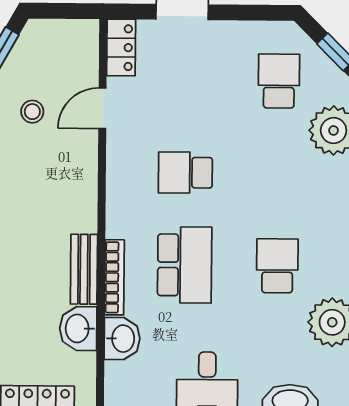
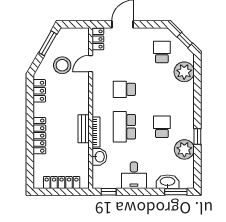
stool: (32, 112) -> (62, 65), width x1.89, depth x1.89
school desk: (185, 265) -> (124, 127), turned 180
washbasin: (78, 328) -> (82, 153), removed

